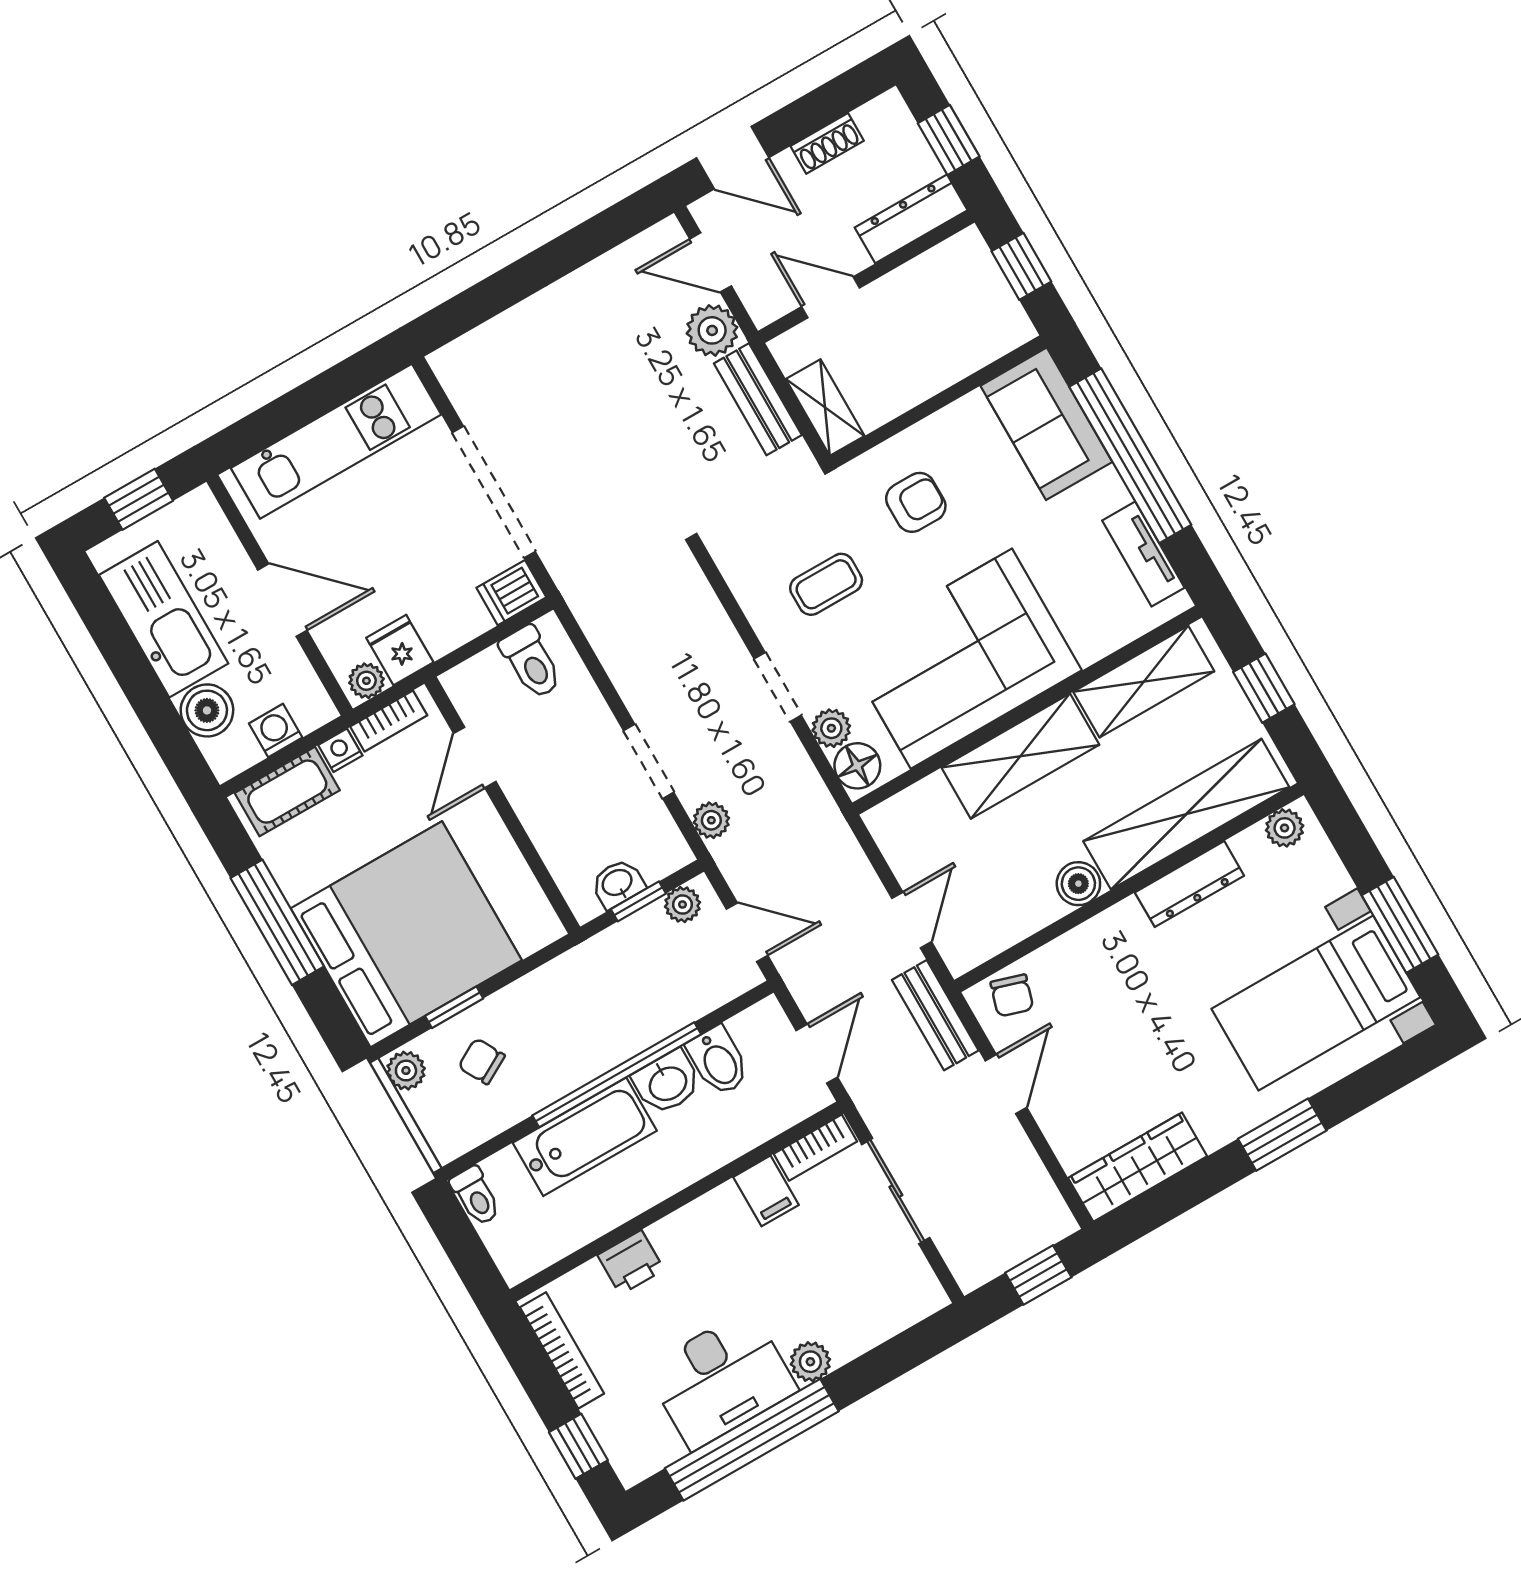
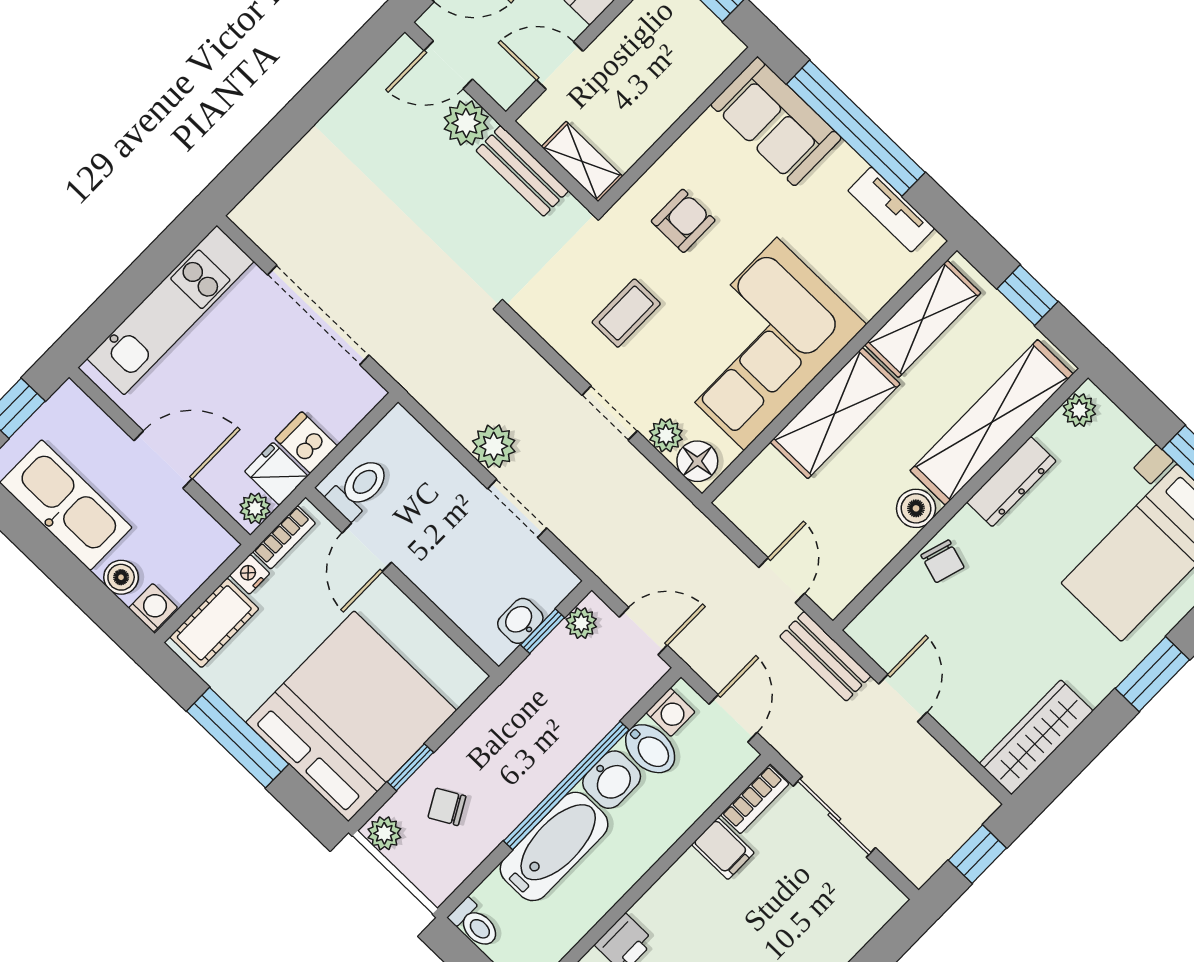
dishwasher: (511, 593) -> (306, 442), moved, turned 90
toilet: (531, 662) -> (359, 488), moved, turned -90
boiler: (207, 710) -> (121, 577), width x0.73, depth x0.73
washing machine: (276, 731) -> (153, 608), moved, turned 90
plant: (711, 820) -> (494, 446), moved, width x1.38, depth x1.38
chair: (1012, 995) -> (942, 561), moved
washing machine: (751, 1028) -> (671, 712), added

